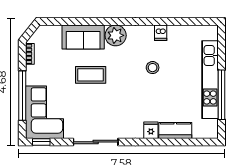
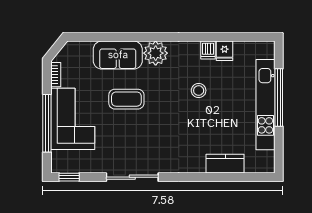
window: (221, 95) -> (279, 98), moved
corner sofa: (44, 112) -> (73, 119), moved
fridge: (151, 130) -> (224, 51), moved, turned 180

